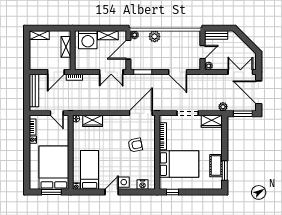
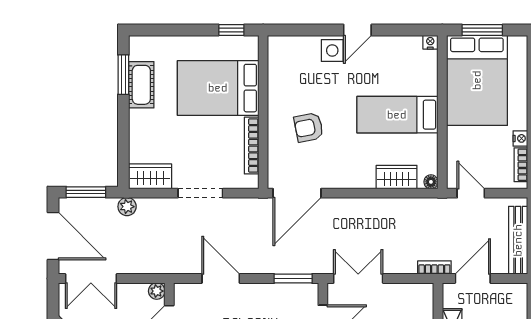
bed: (90, 170) -> (397, 115), moved, turned 90
nightstand: (143, 185) -> (293, 46), removed

